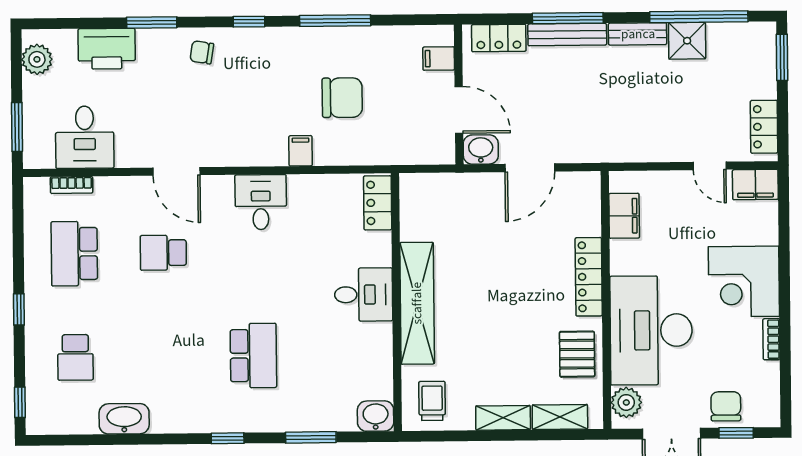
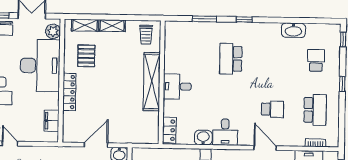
pallet: (577, 354) -> (86, 56), moved
washbasin: (376, 416) -> (203, 138), moved, turned 180

